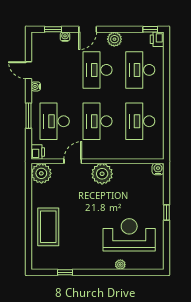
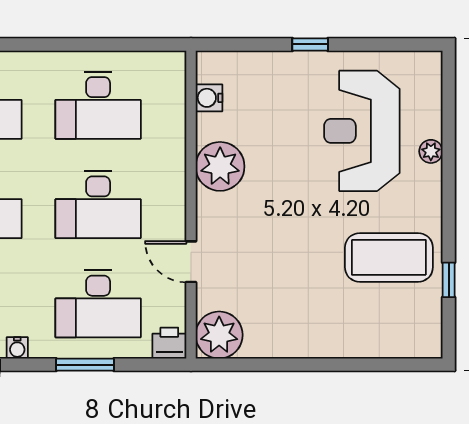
water cooler: (158, 169) -> (209, 98), moved
plant: (102, 174) -> (220, 166), moved
coffee table: (48, 227) -> (389, 257), moved

